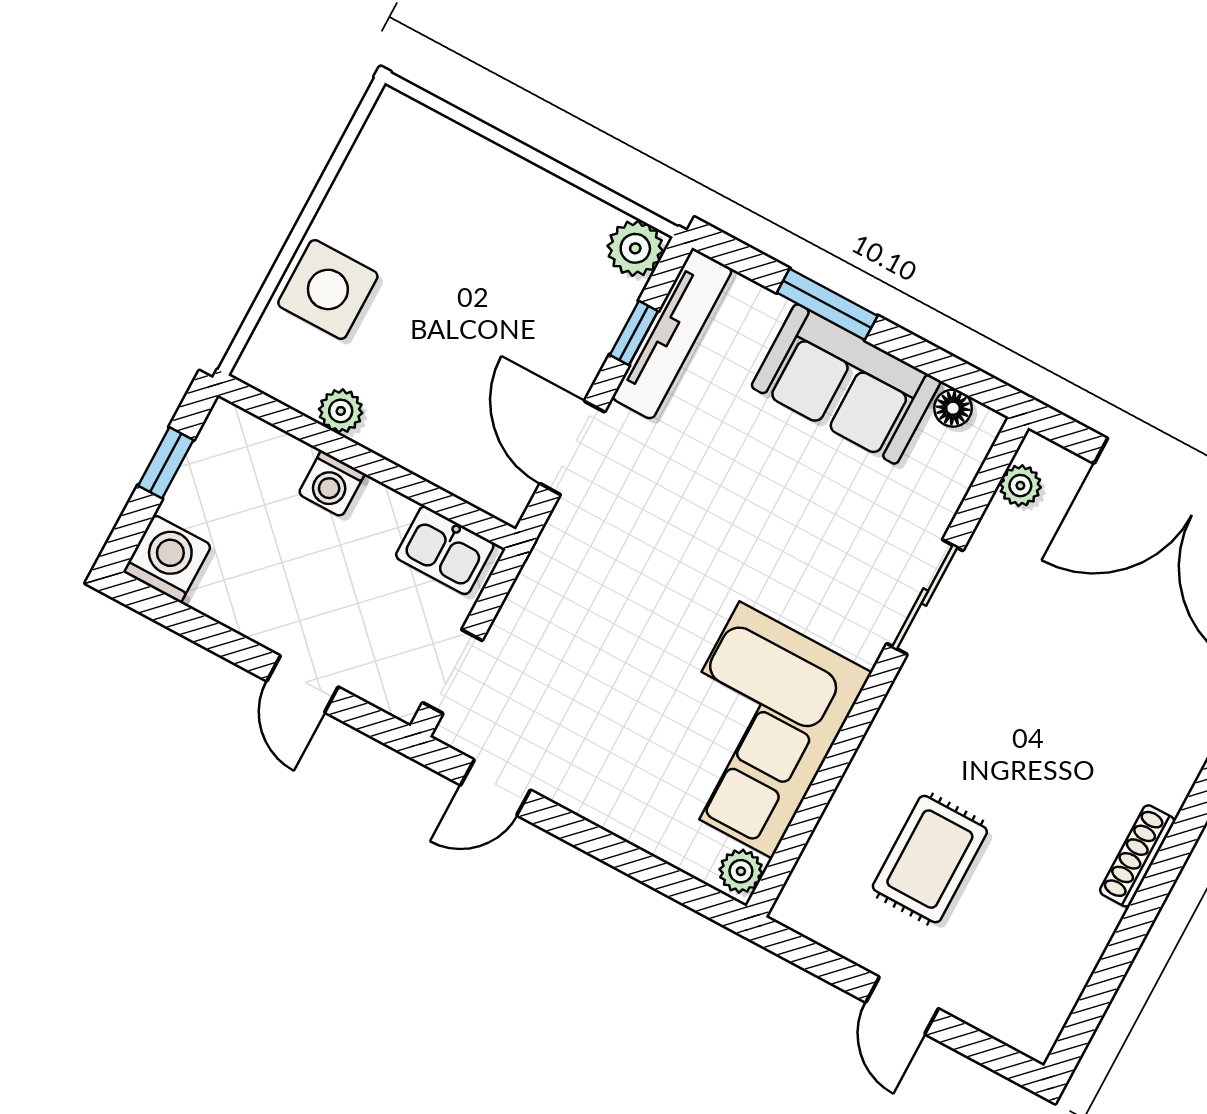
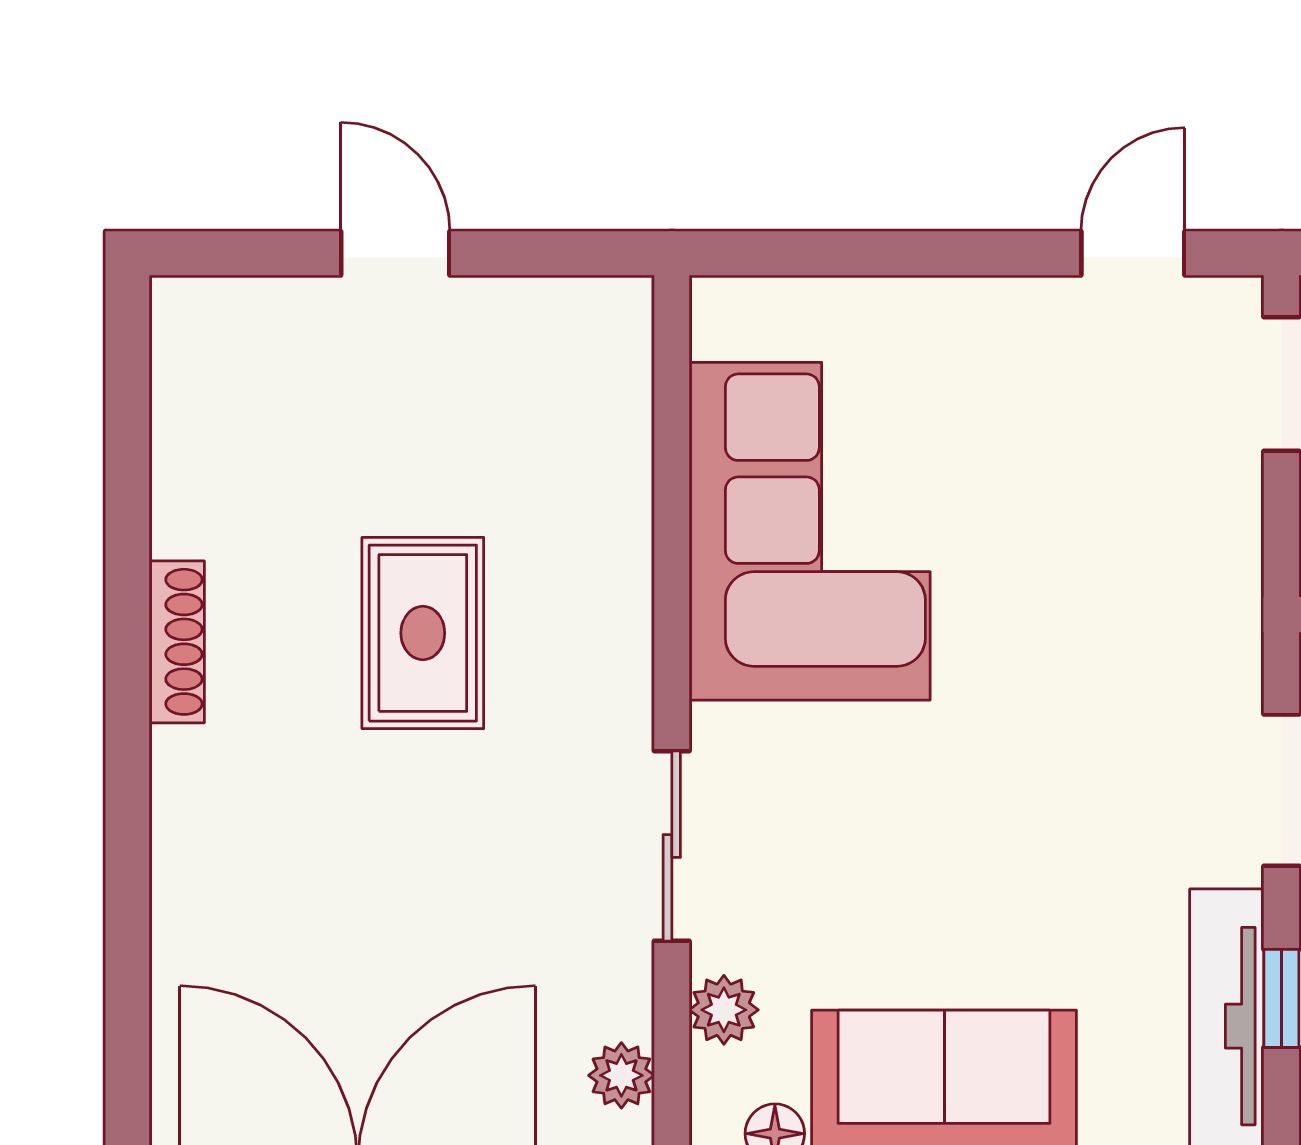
rug: (930, 859) -> (423, 633), moved
plant: (741, 871) -> (724, 1010), moved

